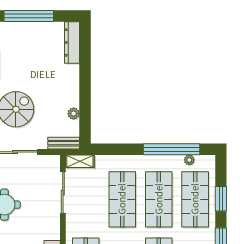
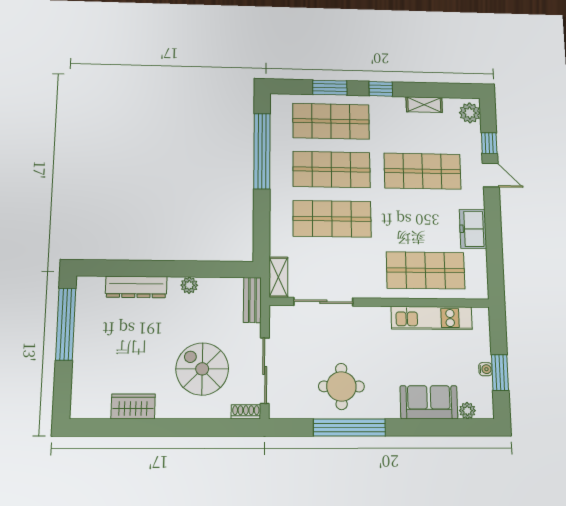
window: (29, 16) -> (66, 324), moved
dresser: (72, 42) -> (136, 287), moved
plant: (74, 114) -> (189, 285), moved
plant: (189, 160) -> (277, 128), removed

